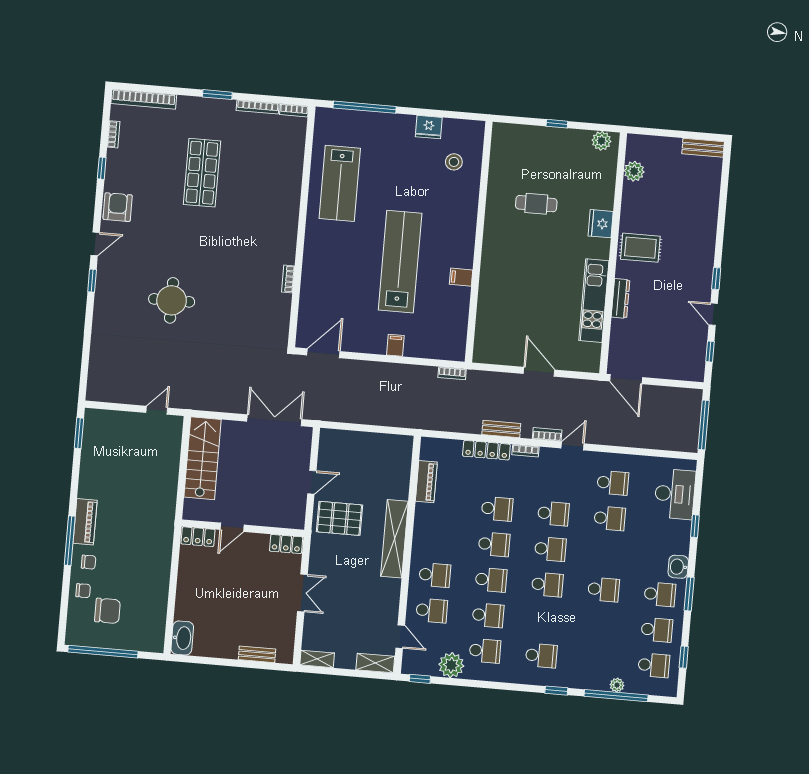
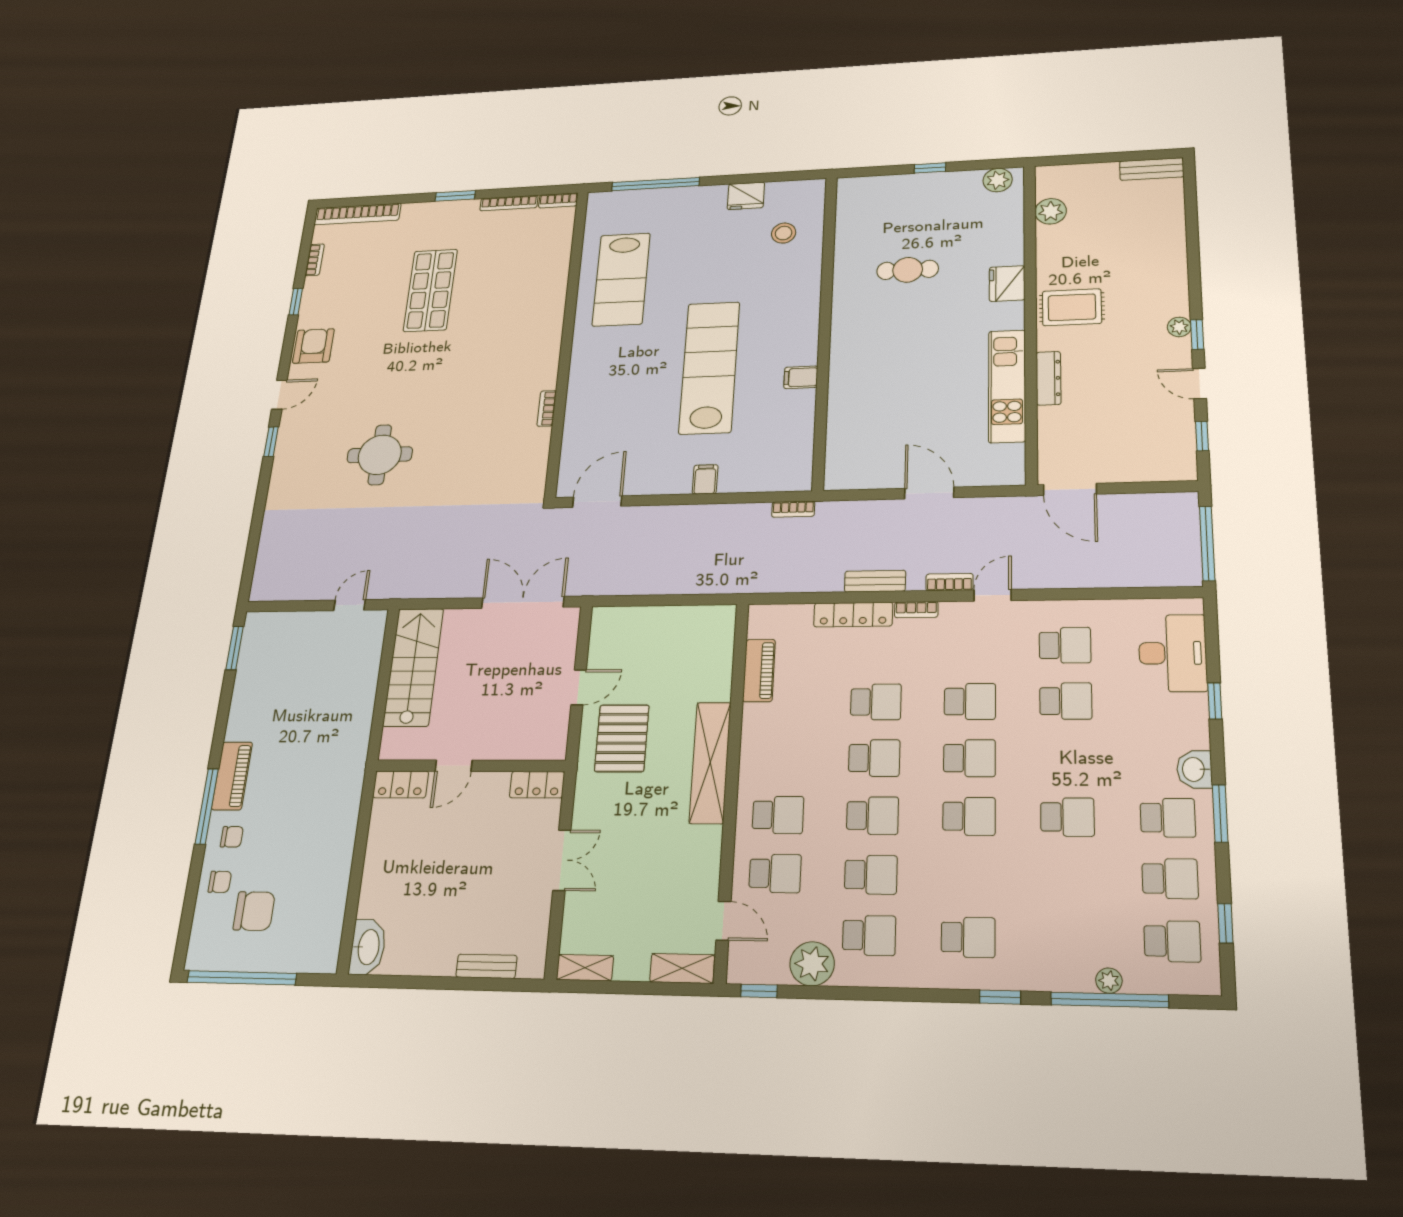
plant: (706, 272) -> (1179, 327), added
pallet: (340, 518) -> (622, 738), turned 90

